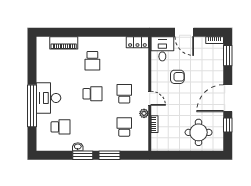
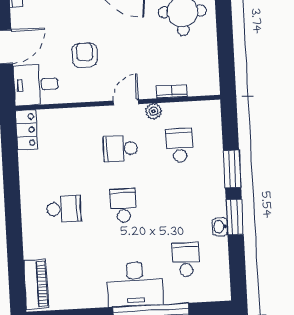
piano: (64, 43) -> (36, 284), moved
school desk: (124, 127) -> (180, 145), turned 90

